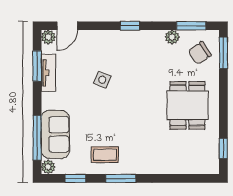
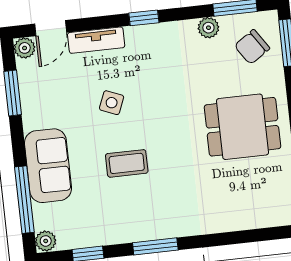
tv unit: (48, 73) -> (96, 40), moved, turned 90
dining table: (187, 105) -> (243, 127), turned 90
sofa: (55, 134) -> (48, 166), moved
coffee table: (105, 155) -> (127, 163), moved

